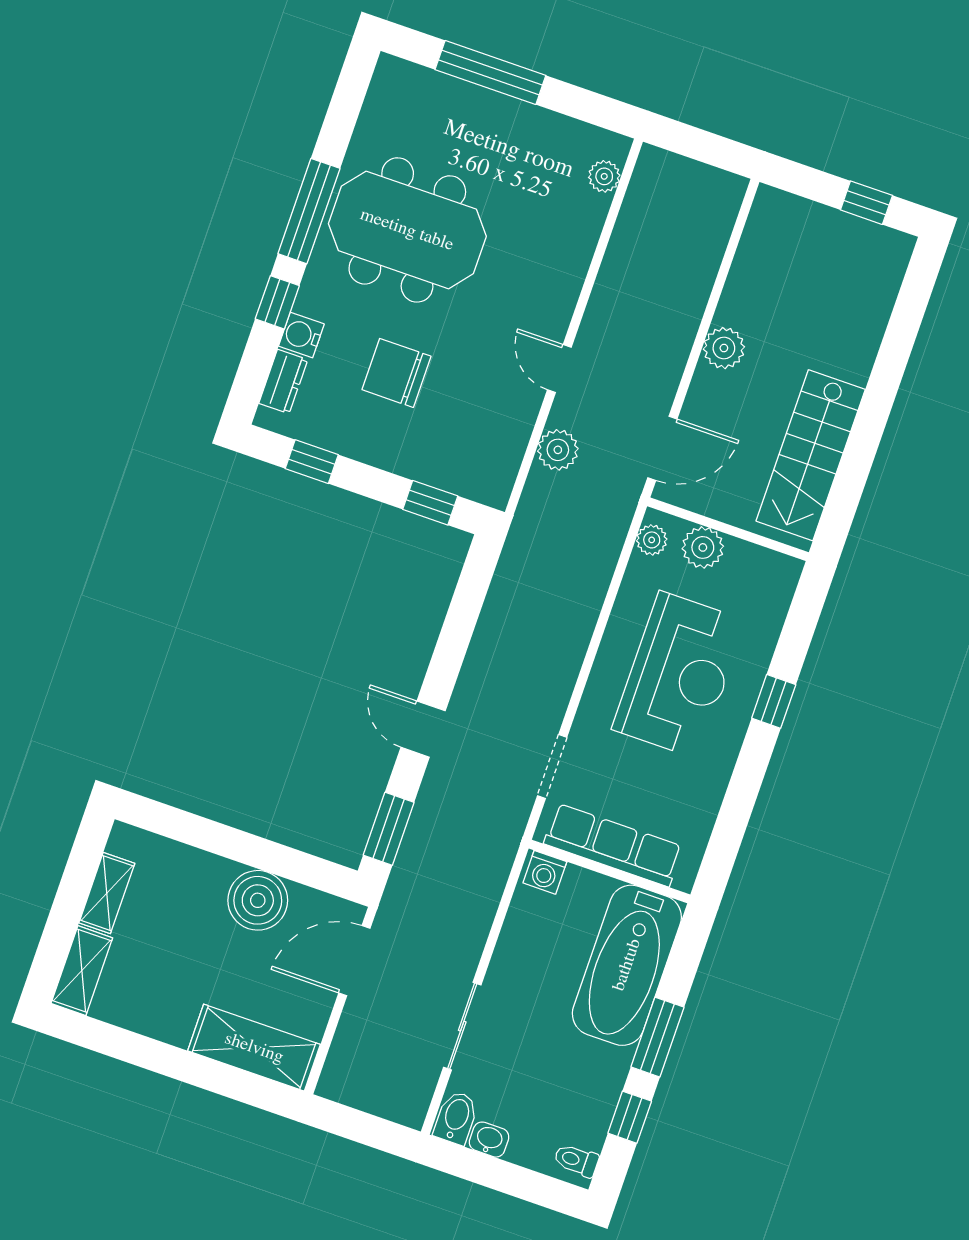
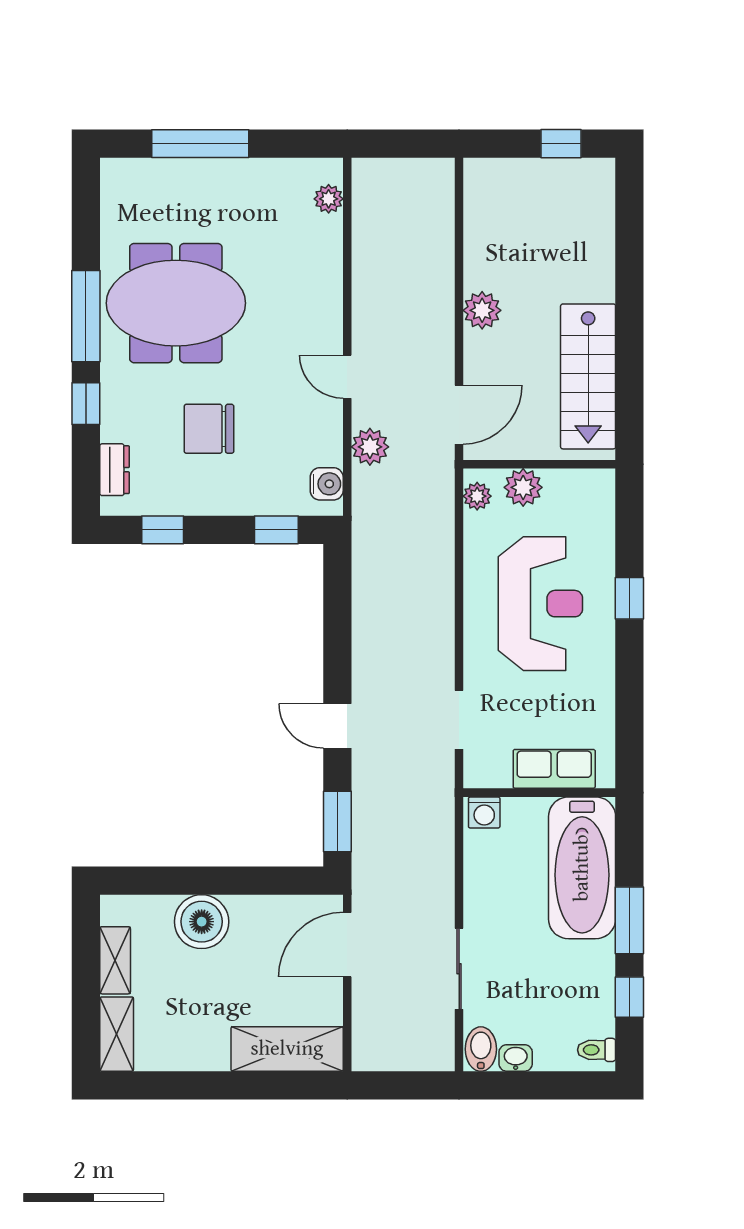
water cooler: (301, 335) -> (327, 484), moved, turned 180
row of seats: (613, 845) -> (554, 769), width x0.68
boiler: (258, 900) -> (202, 922), moved

